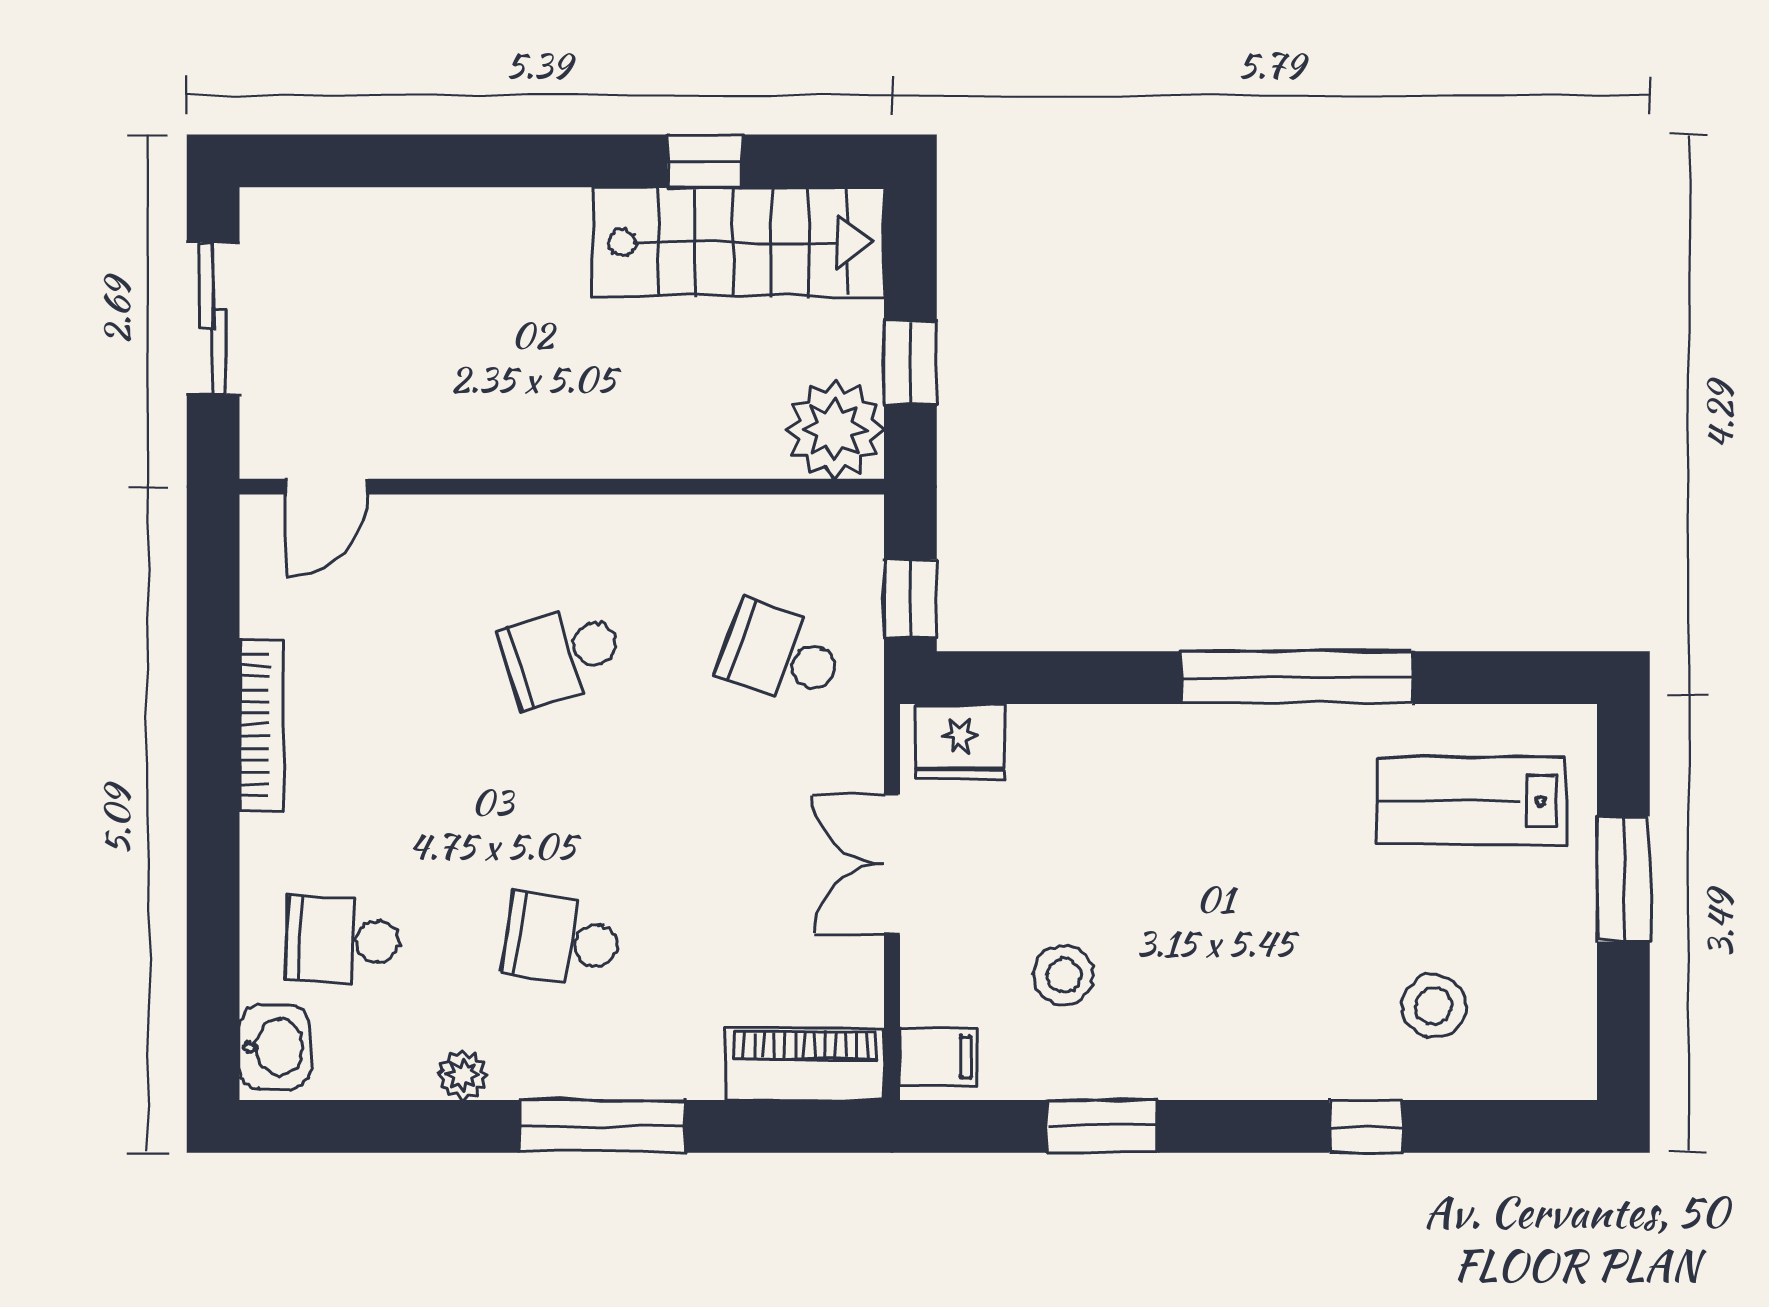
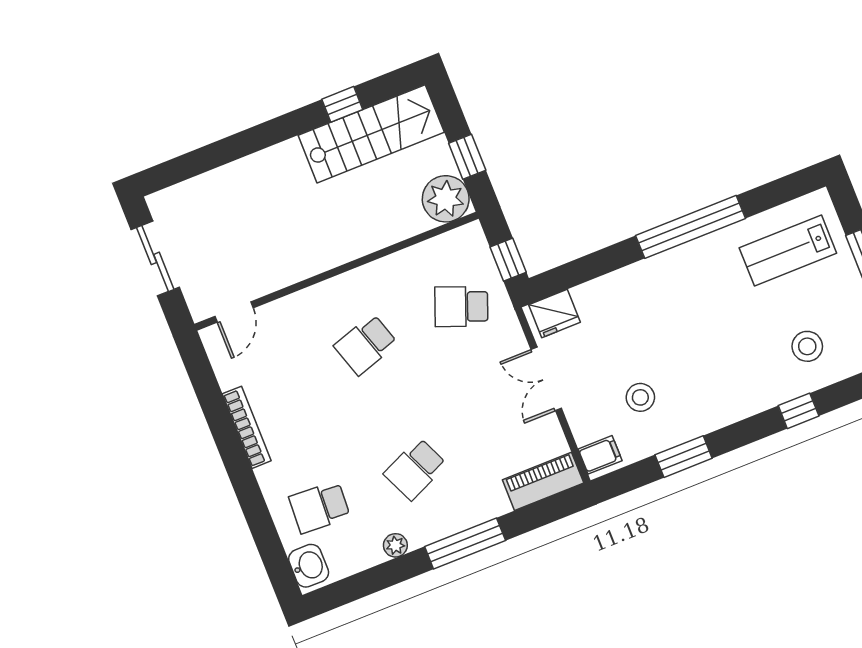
school desk: (562, 940) -> (415, 469), turned -33

